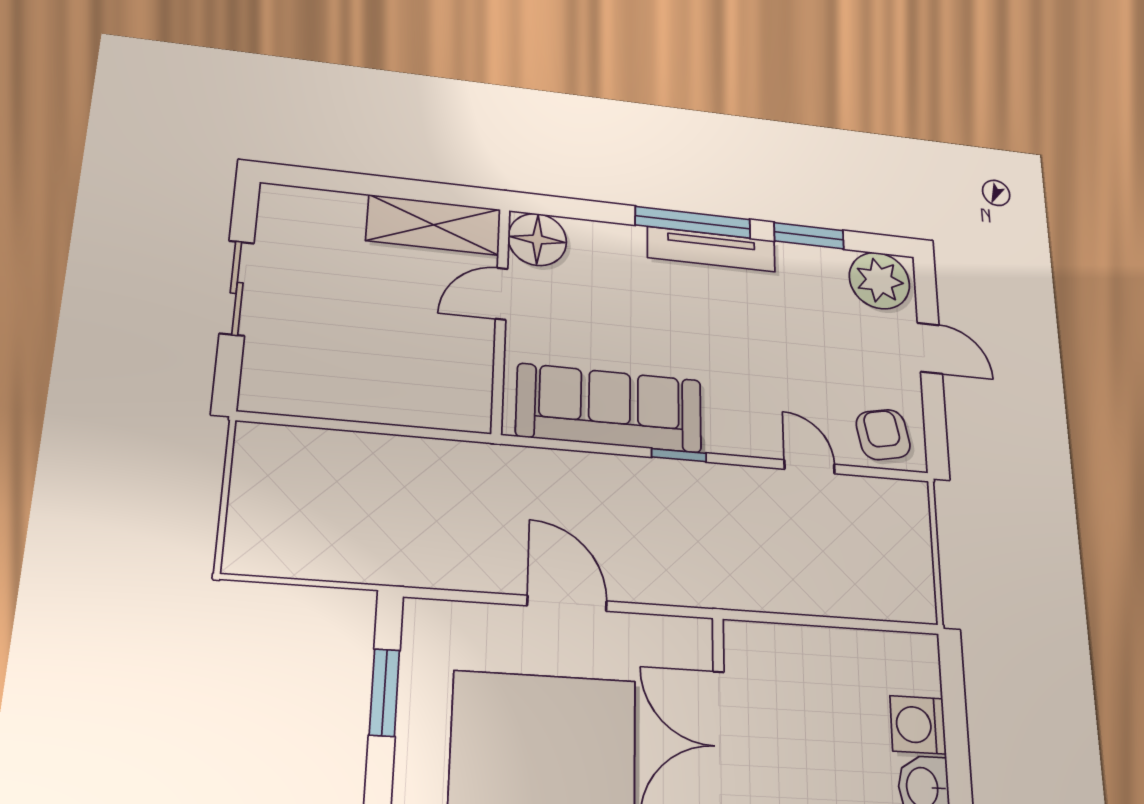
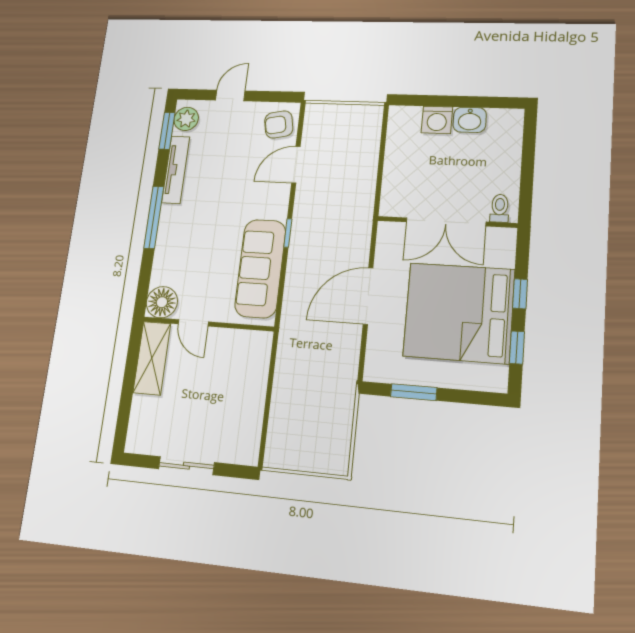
window: (809, 236) -> (167, 131), moved
tv unit: (711, 249) -> (176, 170), moved
plant: (879, 281) -> (186, 119), width x0.73, depth x0.73
door: (809, 467) -> (296, 165), width x1.37
door: (567, 603) -> (368, 296), width x1.36

